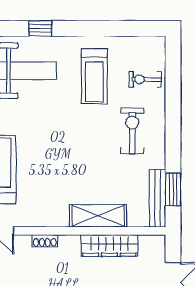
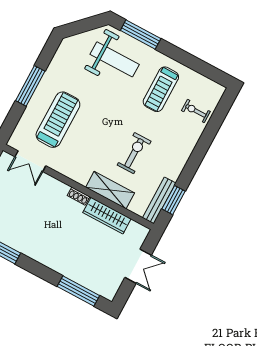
window: (40, 28) -> (141, 34), width x2.17
exercise bike: (132, 131) -> (134, 153), moved
shoe rack: (45, 241) -> (79, 196), moved

